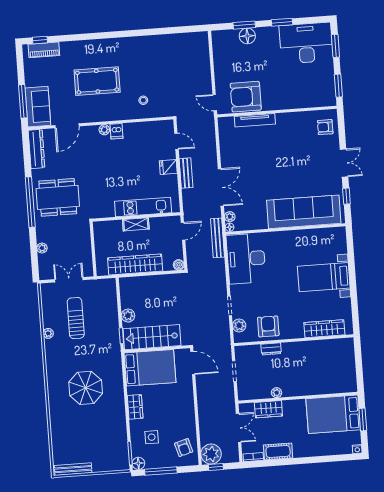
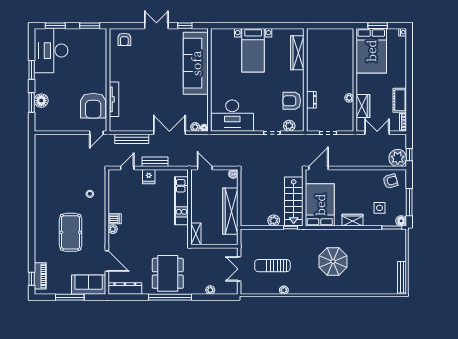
window: (23, 101) -> (70, 297), moved
shelving: (136, 224) -> (196, 234), moved
bench: (218, 238) -> (132, 139), moved

